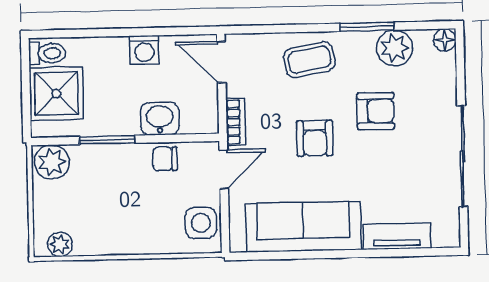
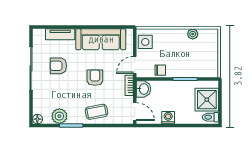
armchair: (375, 111) -> (58, 66), moved
washbasin: (160, 119) -> (144, 89), moved, turned -90
plant: (52, 162) -> (209, 70), removed
plant: (60, 244) -> (193, 34), moved

